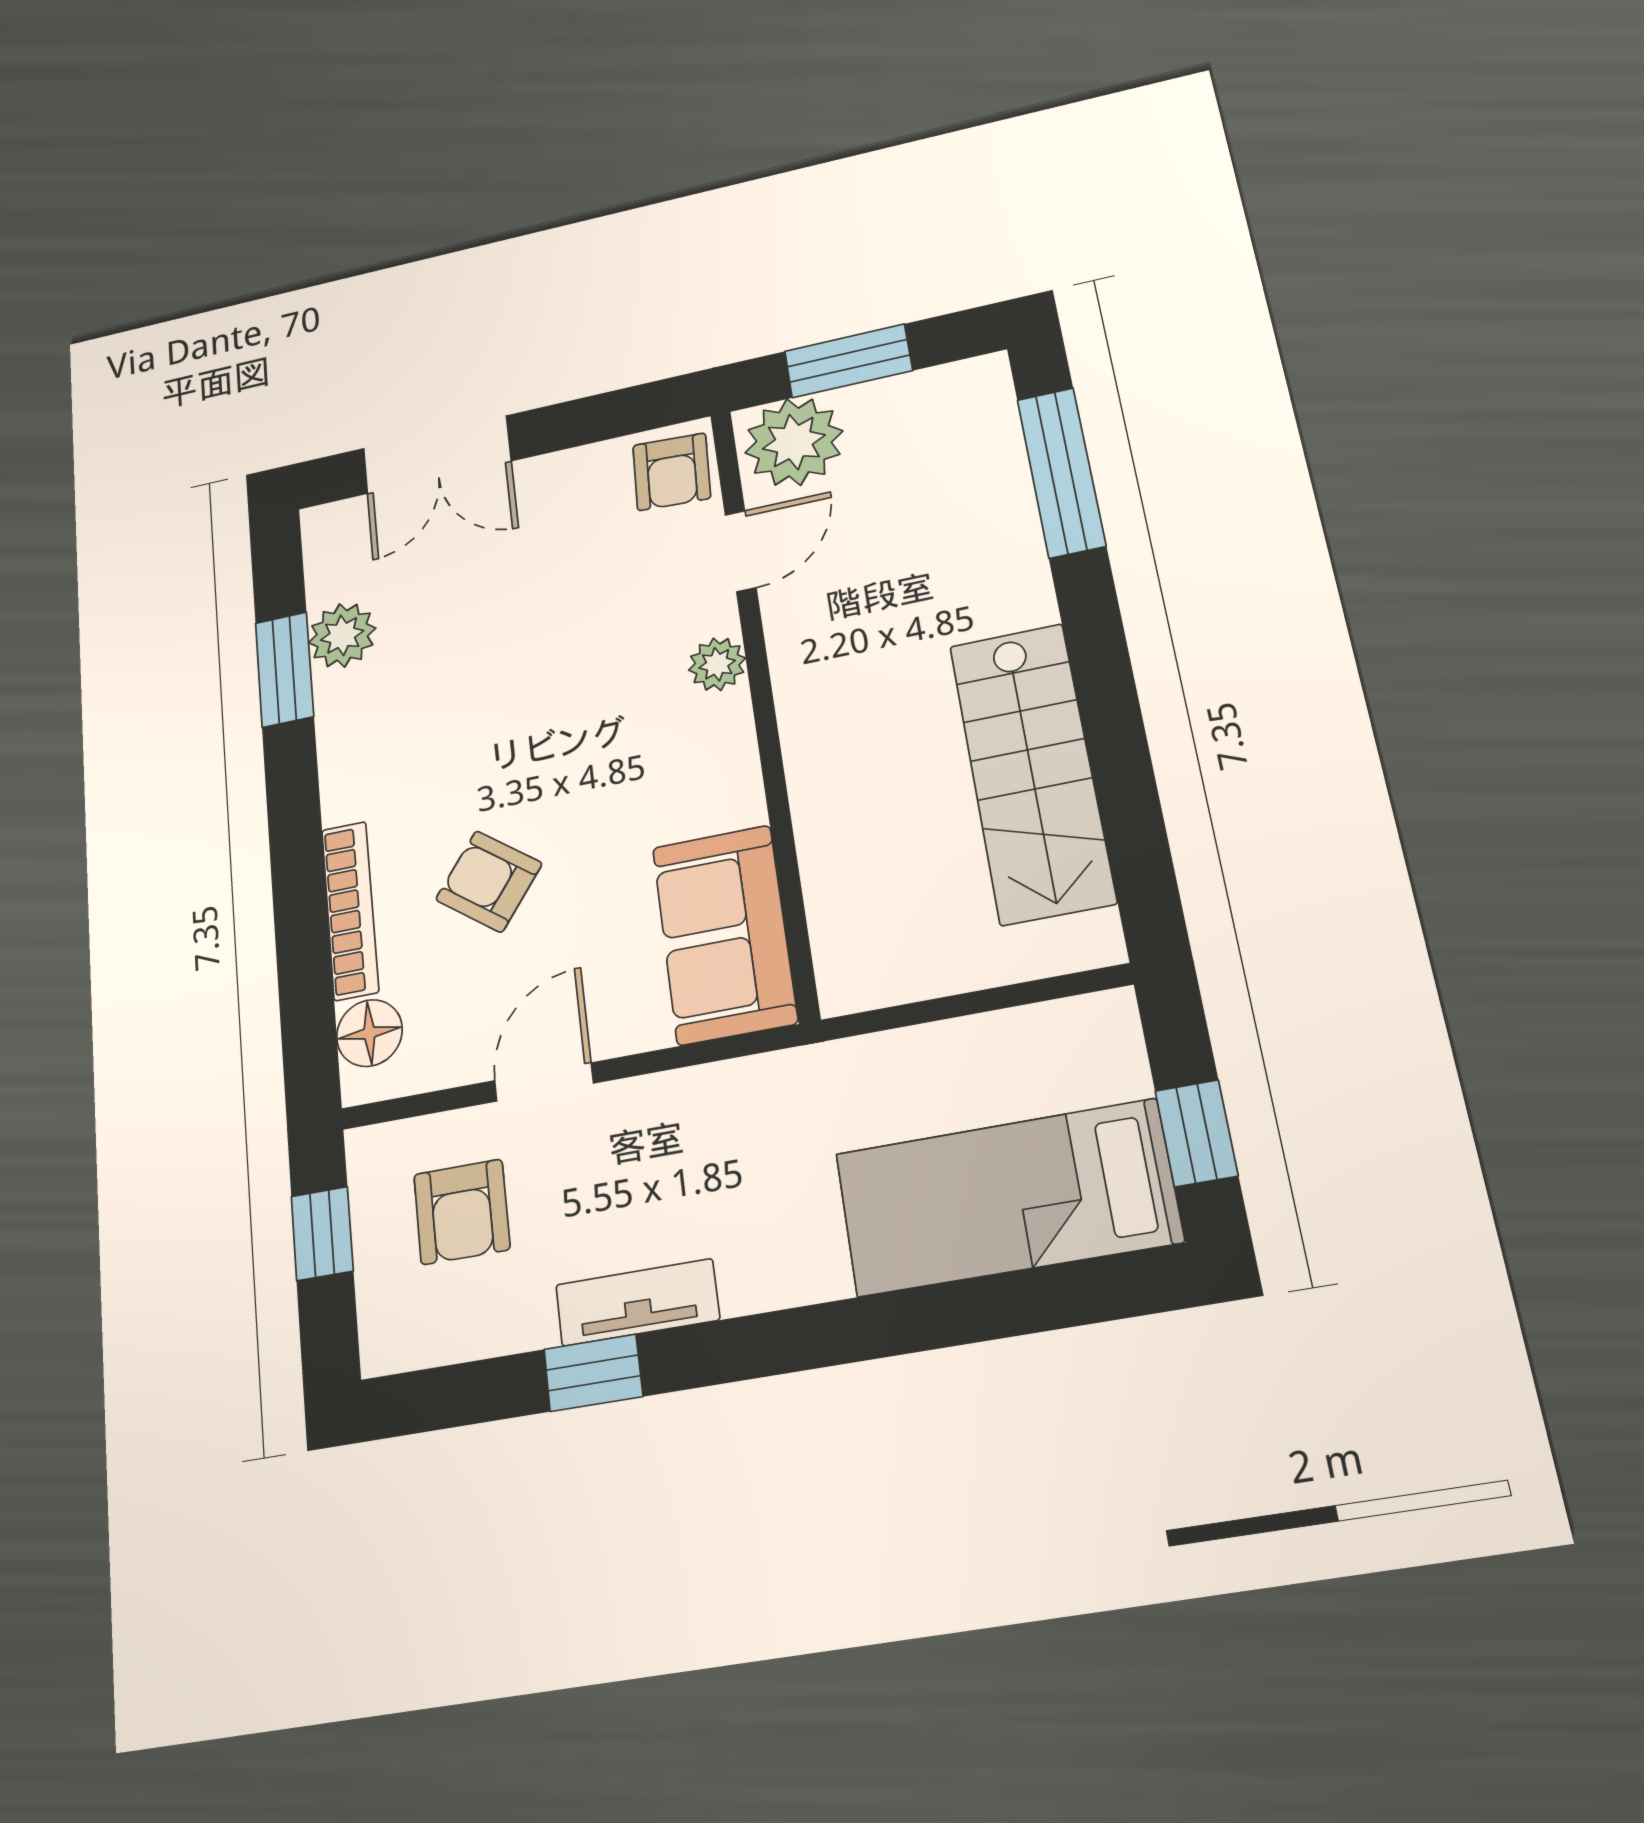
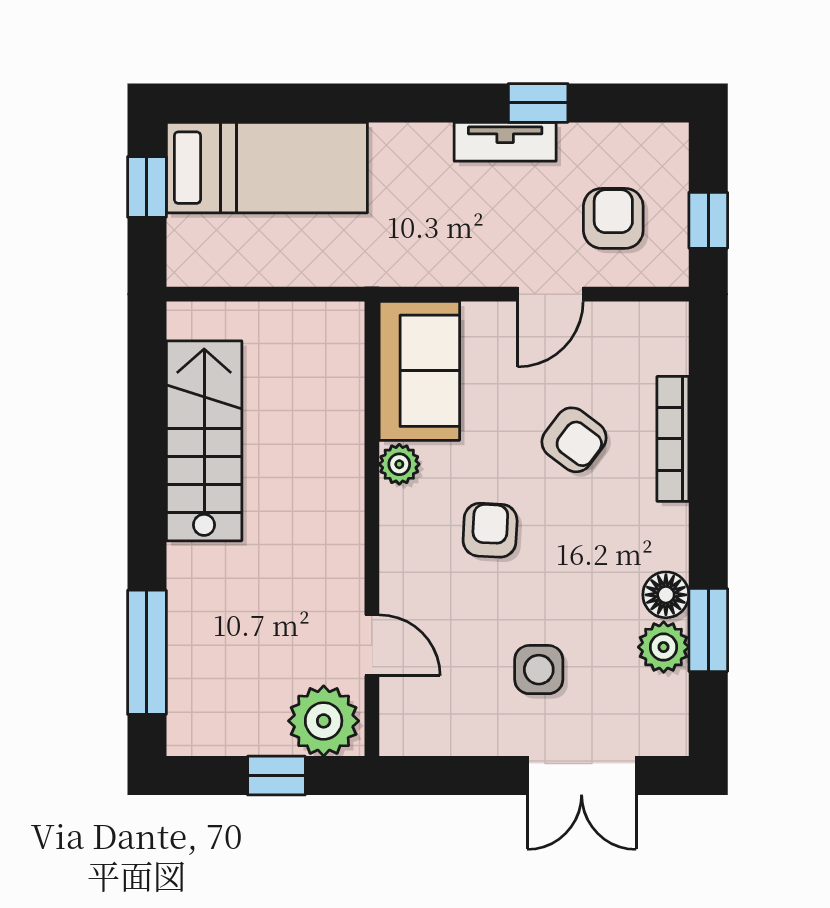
window: (848, 361) -> (276, 776), width x0.67
double door: (437, 455) -> (582, 776), swing flipped
armchair: (672, 472) -> (490, 530), moved
door: (741, 551) -> (372, 645), swing flipped
side table: (507, 571) -> (539, 670), added
plant: (717, 664) -> (399, 464), moved
floor lamp: (369, 1033) -> (666, 595), moved

